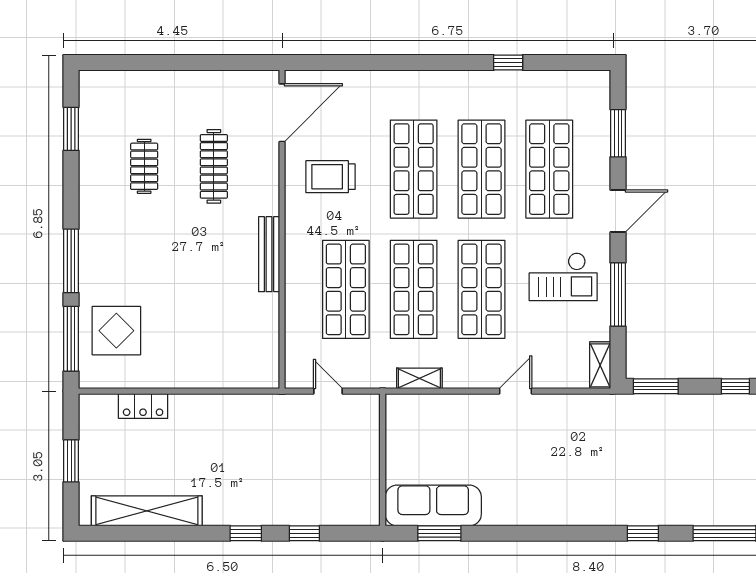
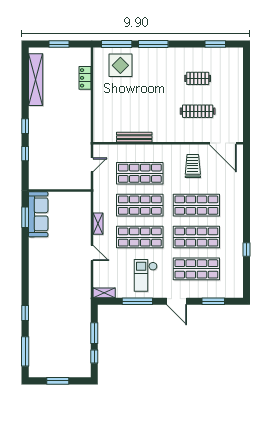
bench: (269, 254) -> (134, 137), moved
shelving: (419, 378) -> (98, 224), moved
window: (656, 386) -> (94, 333), moved

